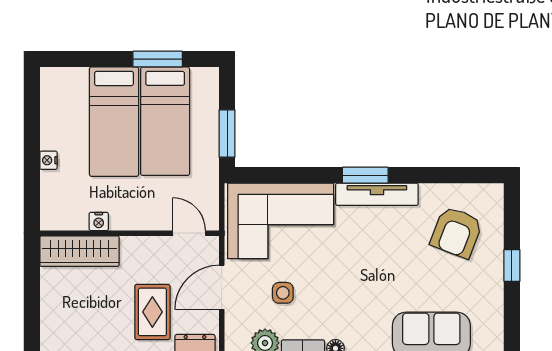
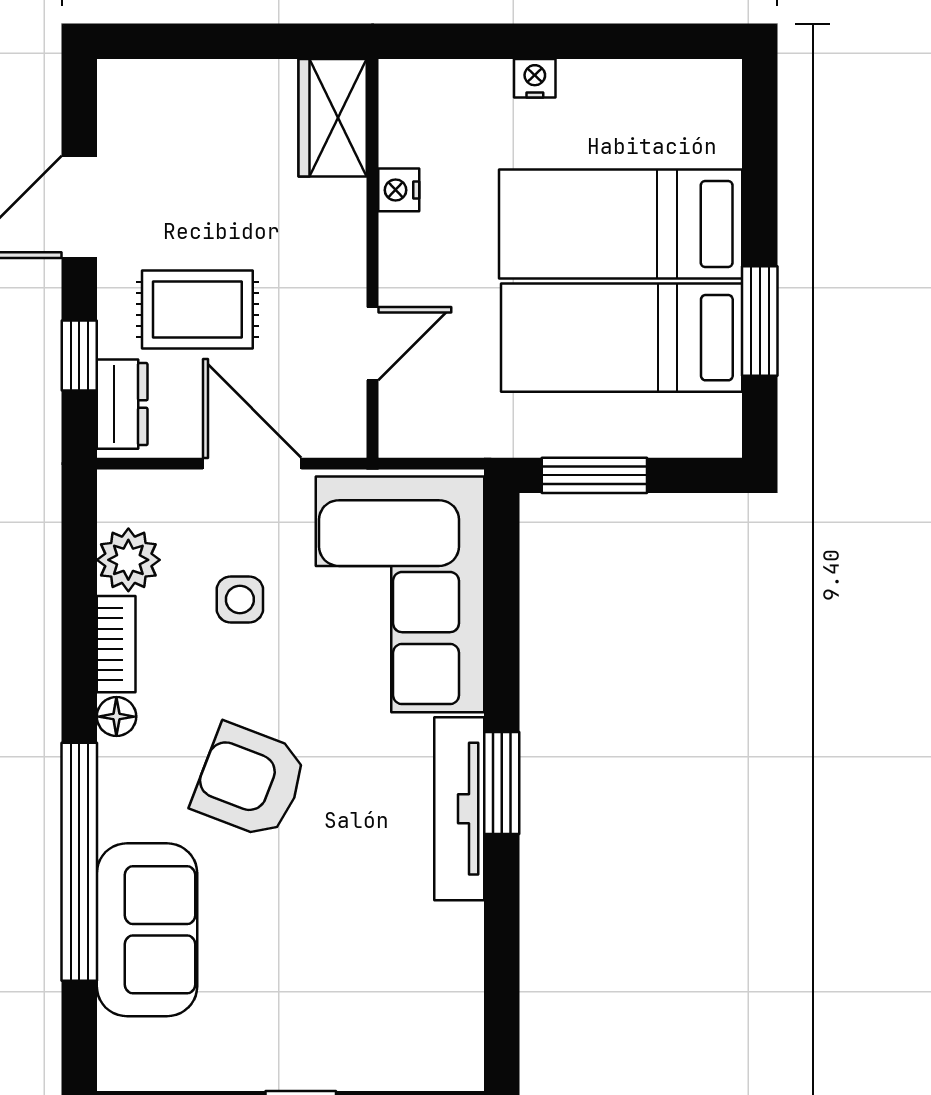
armchair: (456, 232) -> (250, 781), moved
door: (189, 233) -> (373, 344), moved
wardrobe: (79, 251) -> (333, 118), width x0.67

